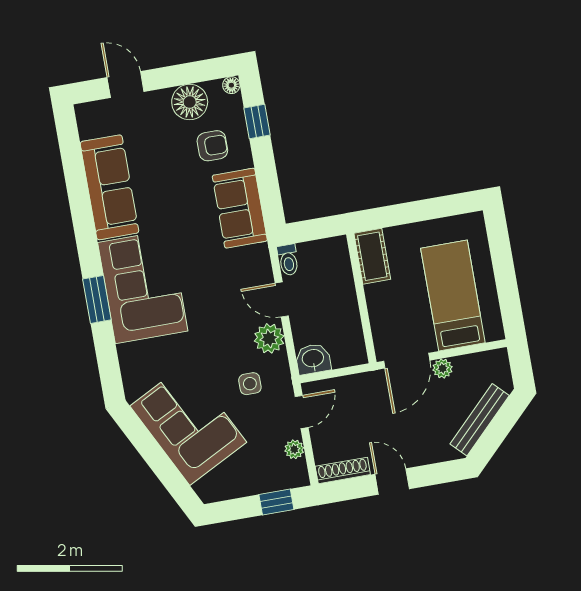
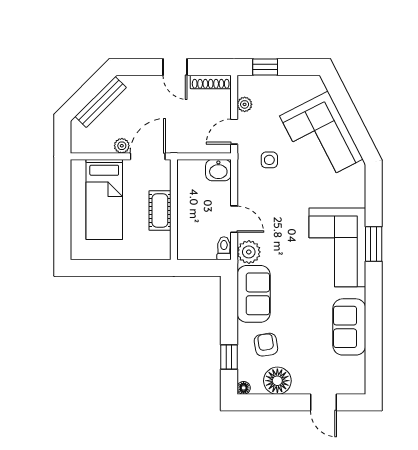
armchair: (212, 146) -> (266, 345), turned 81
sofa: (109, 187) -> (349, 327), width x0.73
cot: (372, 256) -> (160, 210), moved
plant: (269, 338) -> (249, 252), moved

